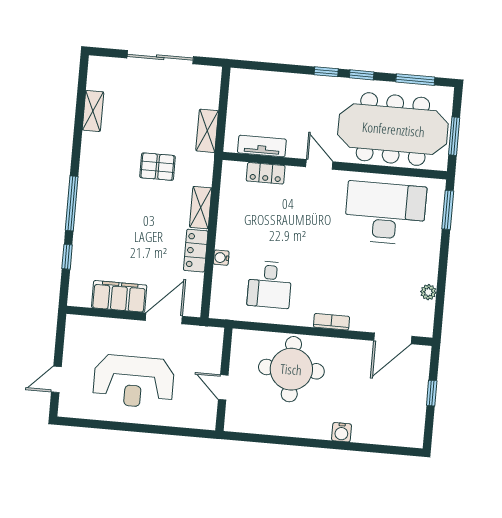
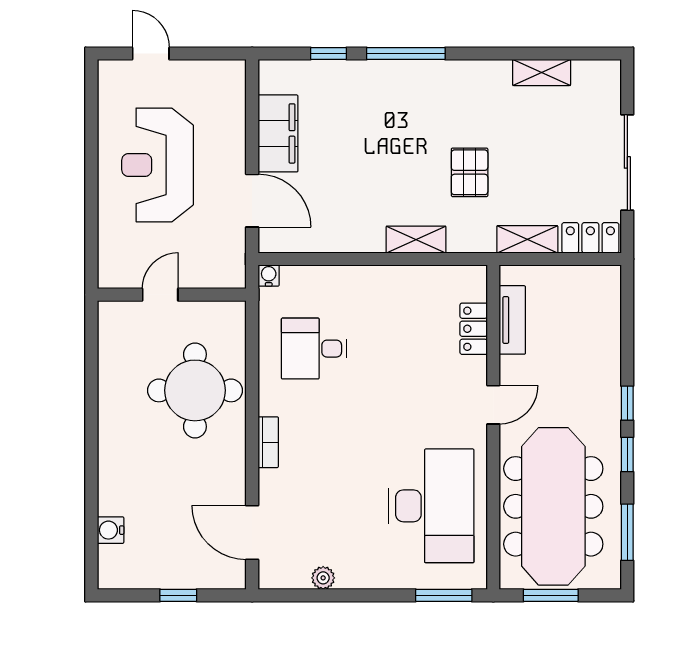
locker: (196, 251) -> (590, 238), moved
water cooler: (221, 258) -> (269, 275), moved
water cooler: (341, 432) -> (111, 530), moved

